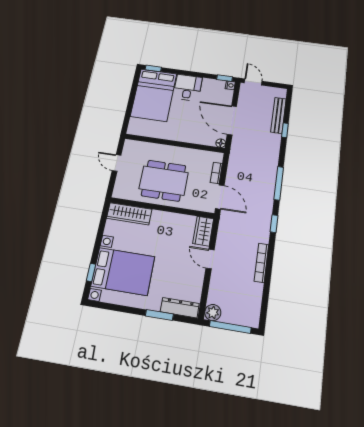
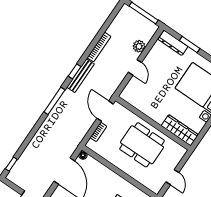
bench: (278, 115) -> (81, 76), moved
window: (285, 130) -> (11, 164), moved
wardrobe: (203, 231) -> (130, 91), removed
plant: (213, 313) -> (139, 46), moved

